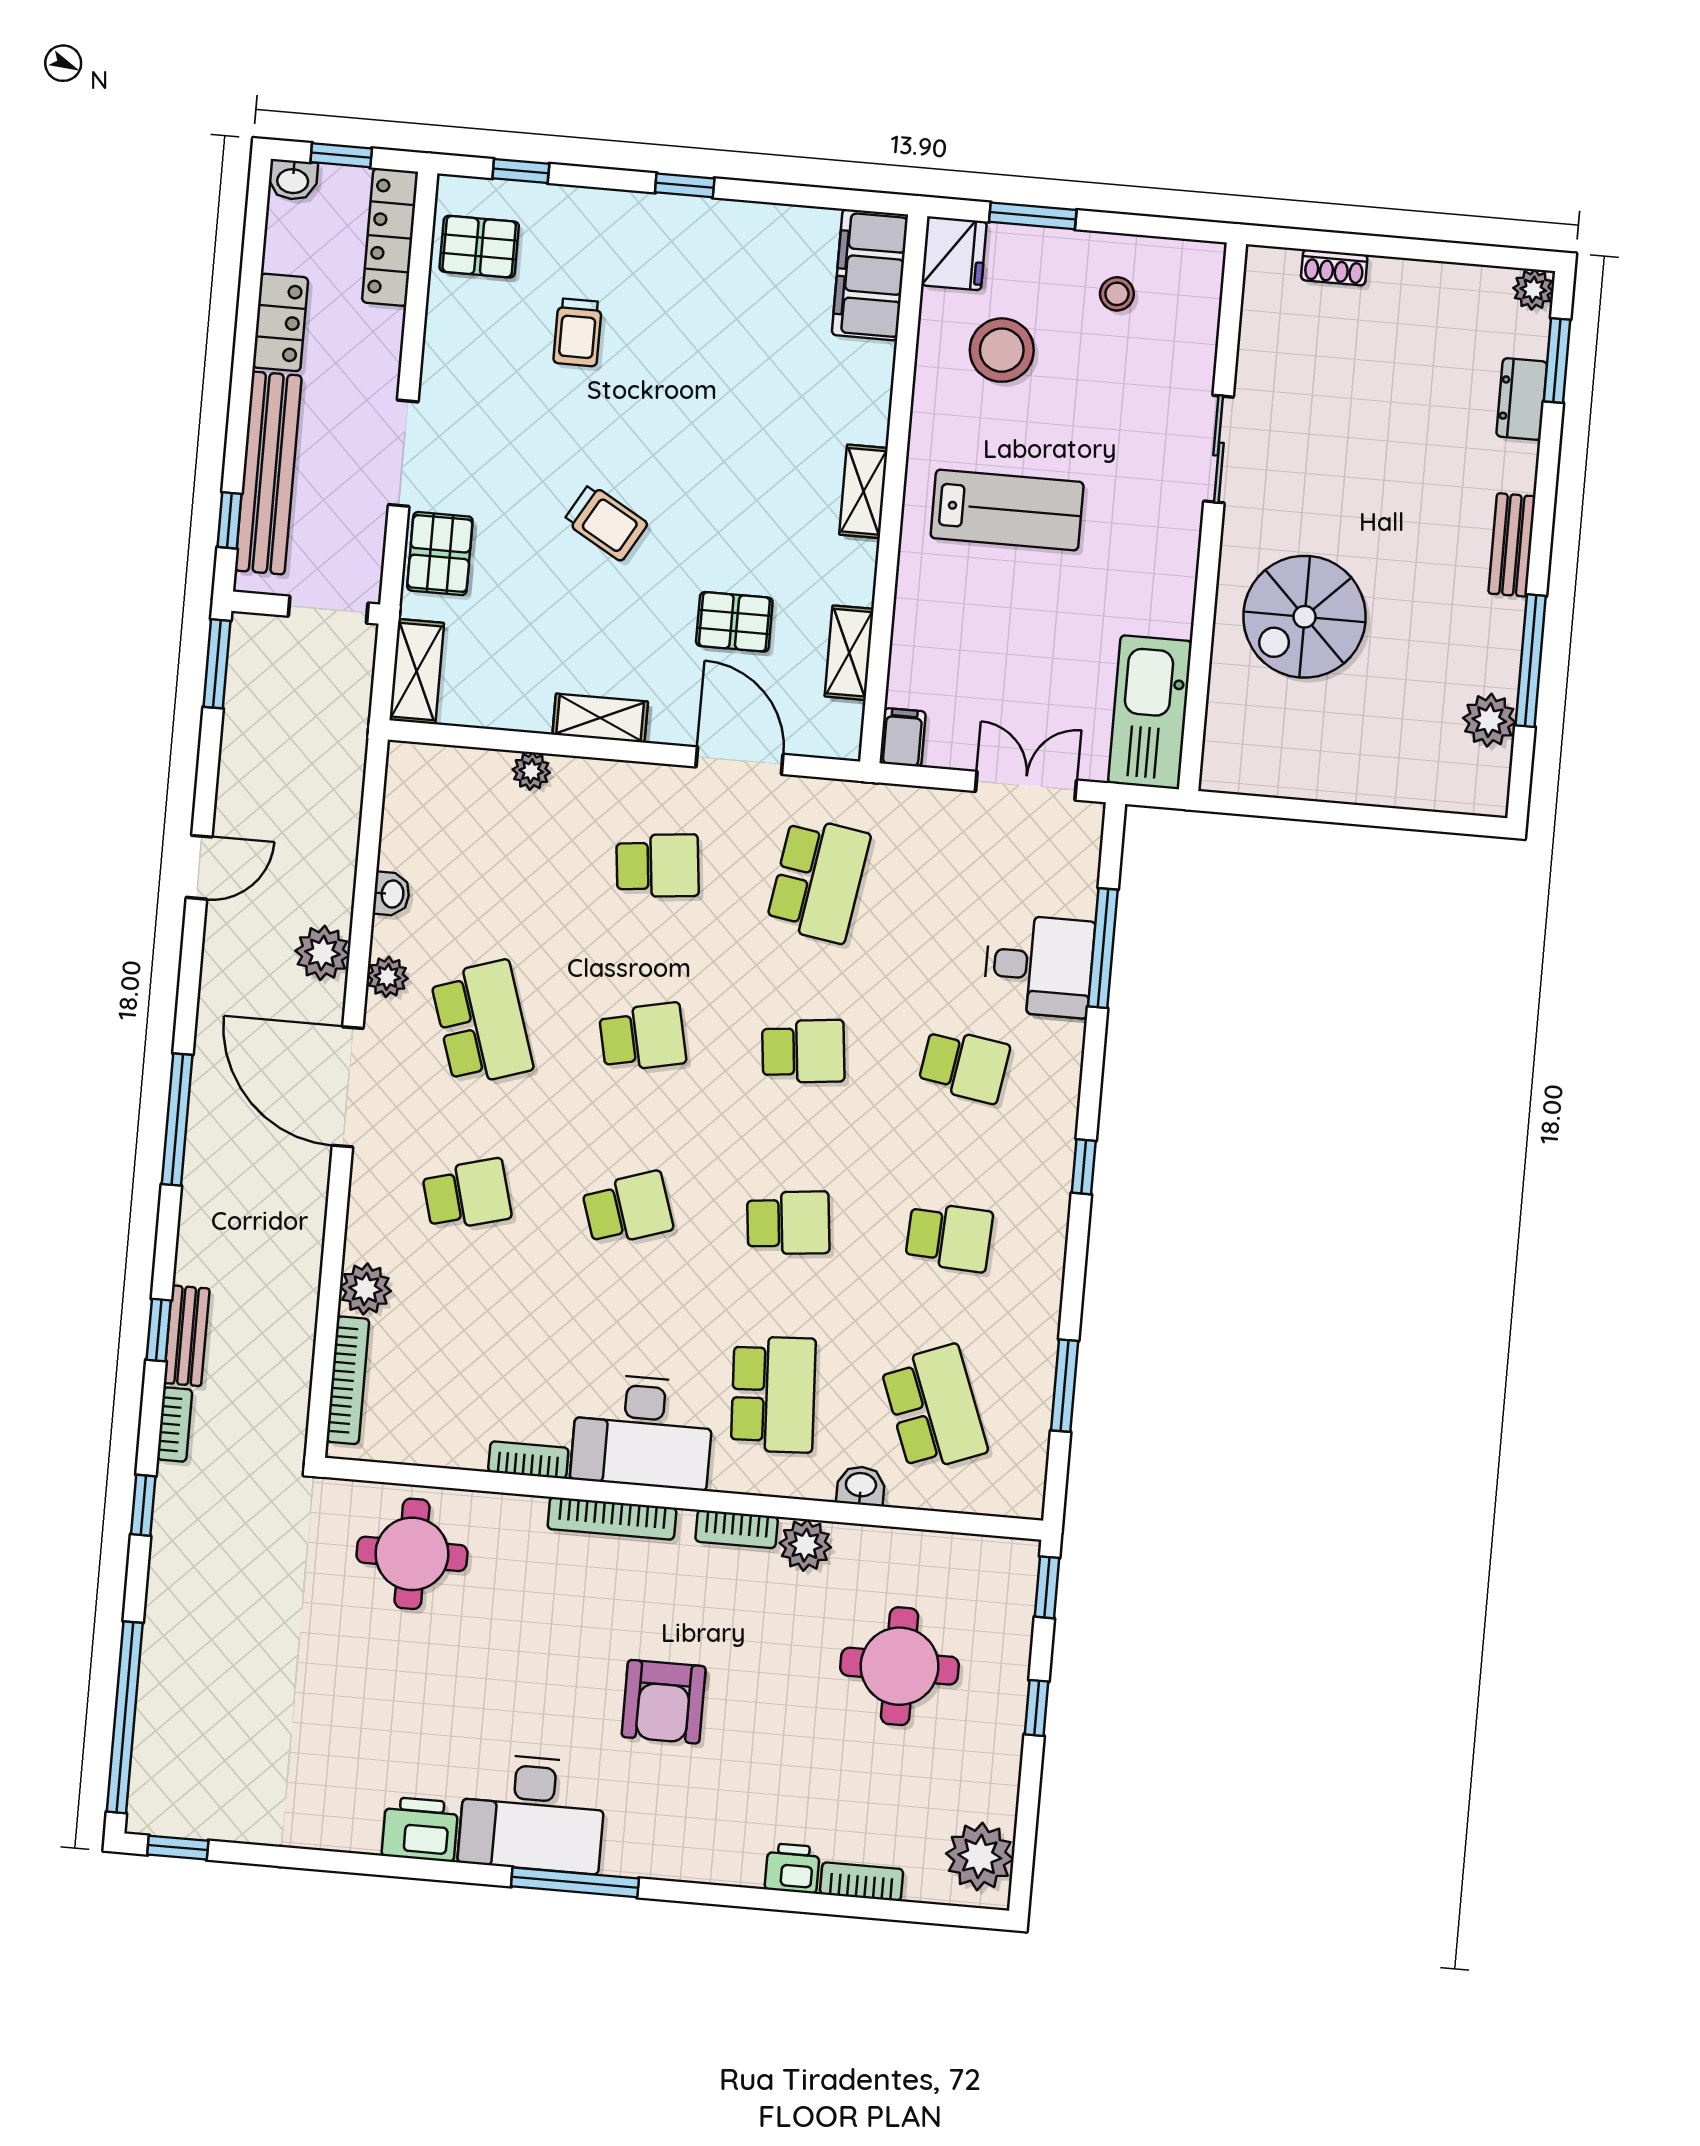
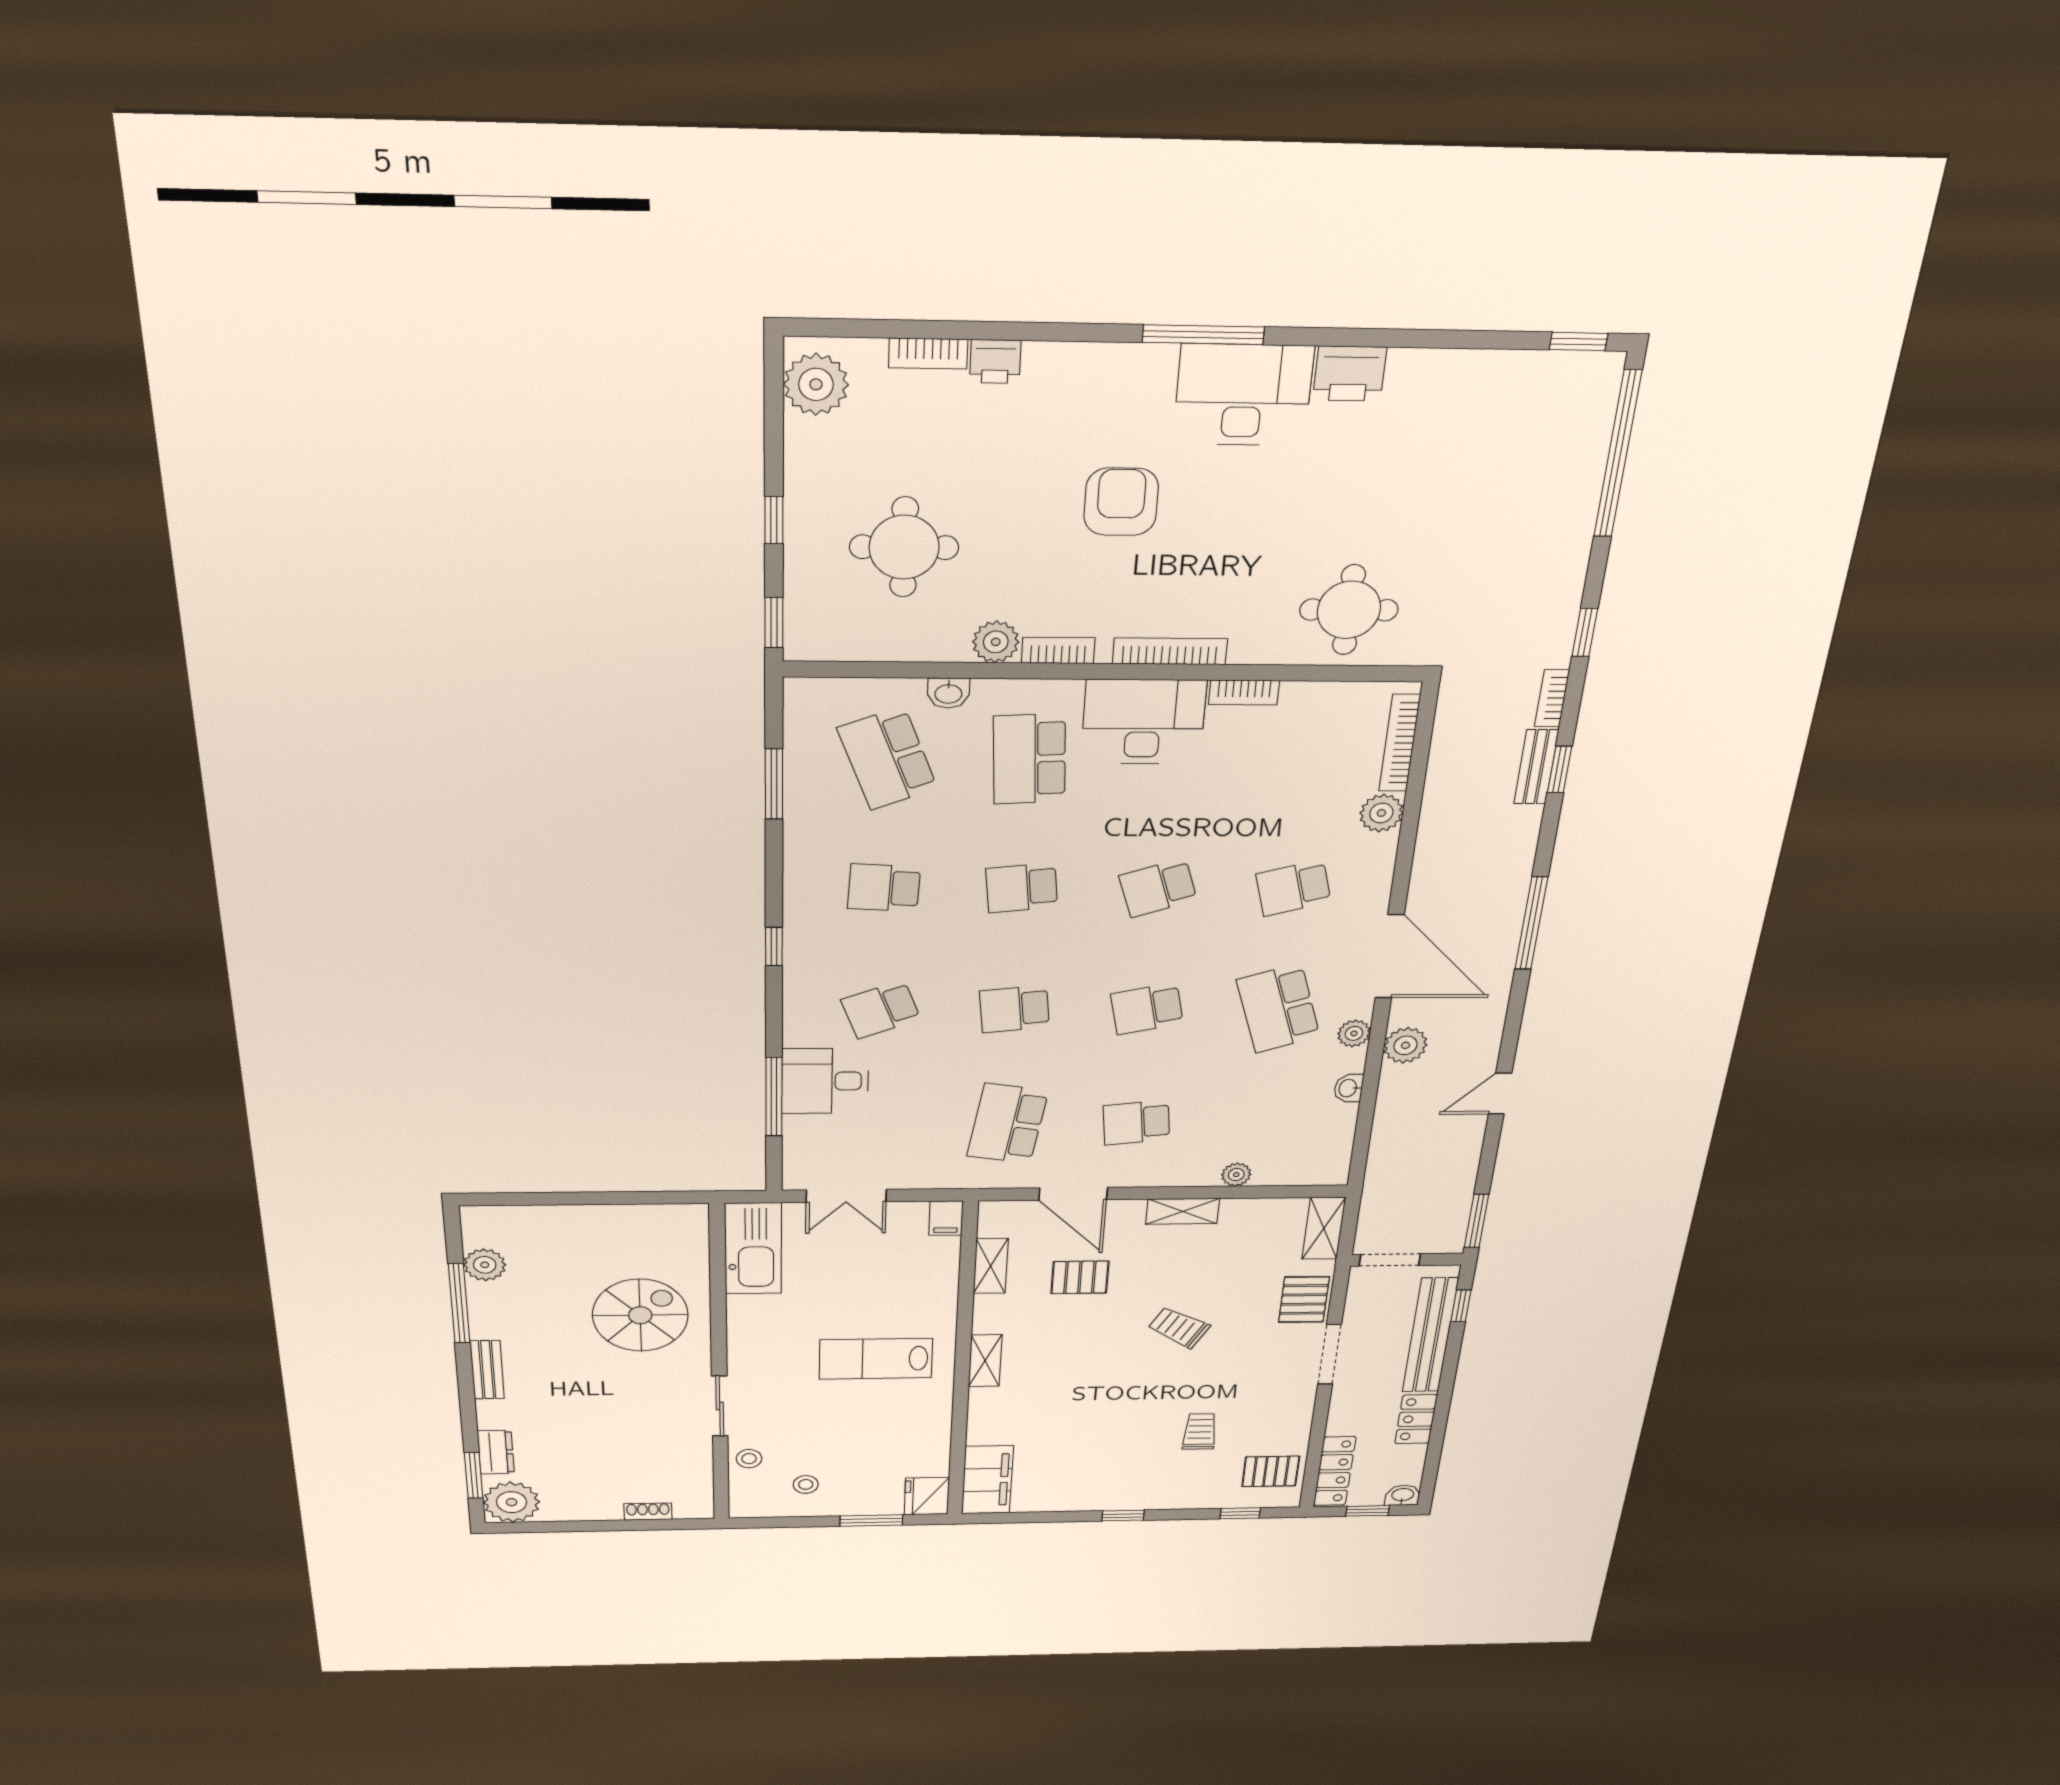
plant: (1533, 290) -> (512, 1502), width x1.88, depth x1.88
stool: (1002, 350) -> (749, 1459), moved, width x0.53, depth x0.53
school desk: (964, 1065) -> (881, 1010), turned -30

